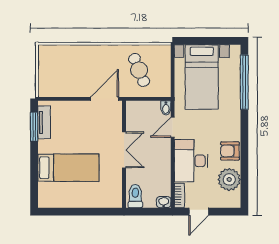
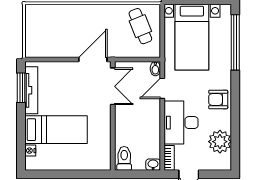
cafe table: (139, 70) -> (140, 26), moved
tv unit: (44, 122) -> (31, 90), width x1.41
double door: (124, 150) -> (113, 86), moved
armchair: (230, 151) -> (218, 100), moved
nightstand: (43, 188) -> (30, 151), added

